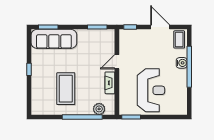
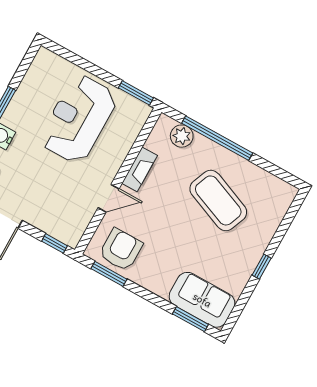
sofa: (54, 39) -> (202, 300), width x0.73
armchair: (98, 41) -> (121, 250), added
coffee table: (66, 89) -> (218, 200), turned -68

